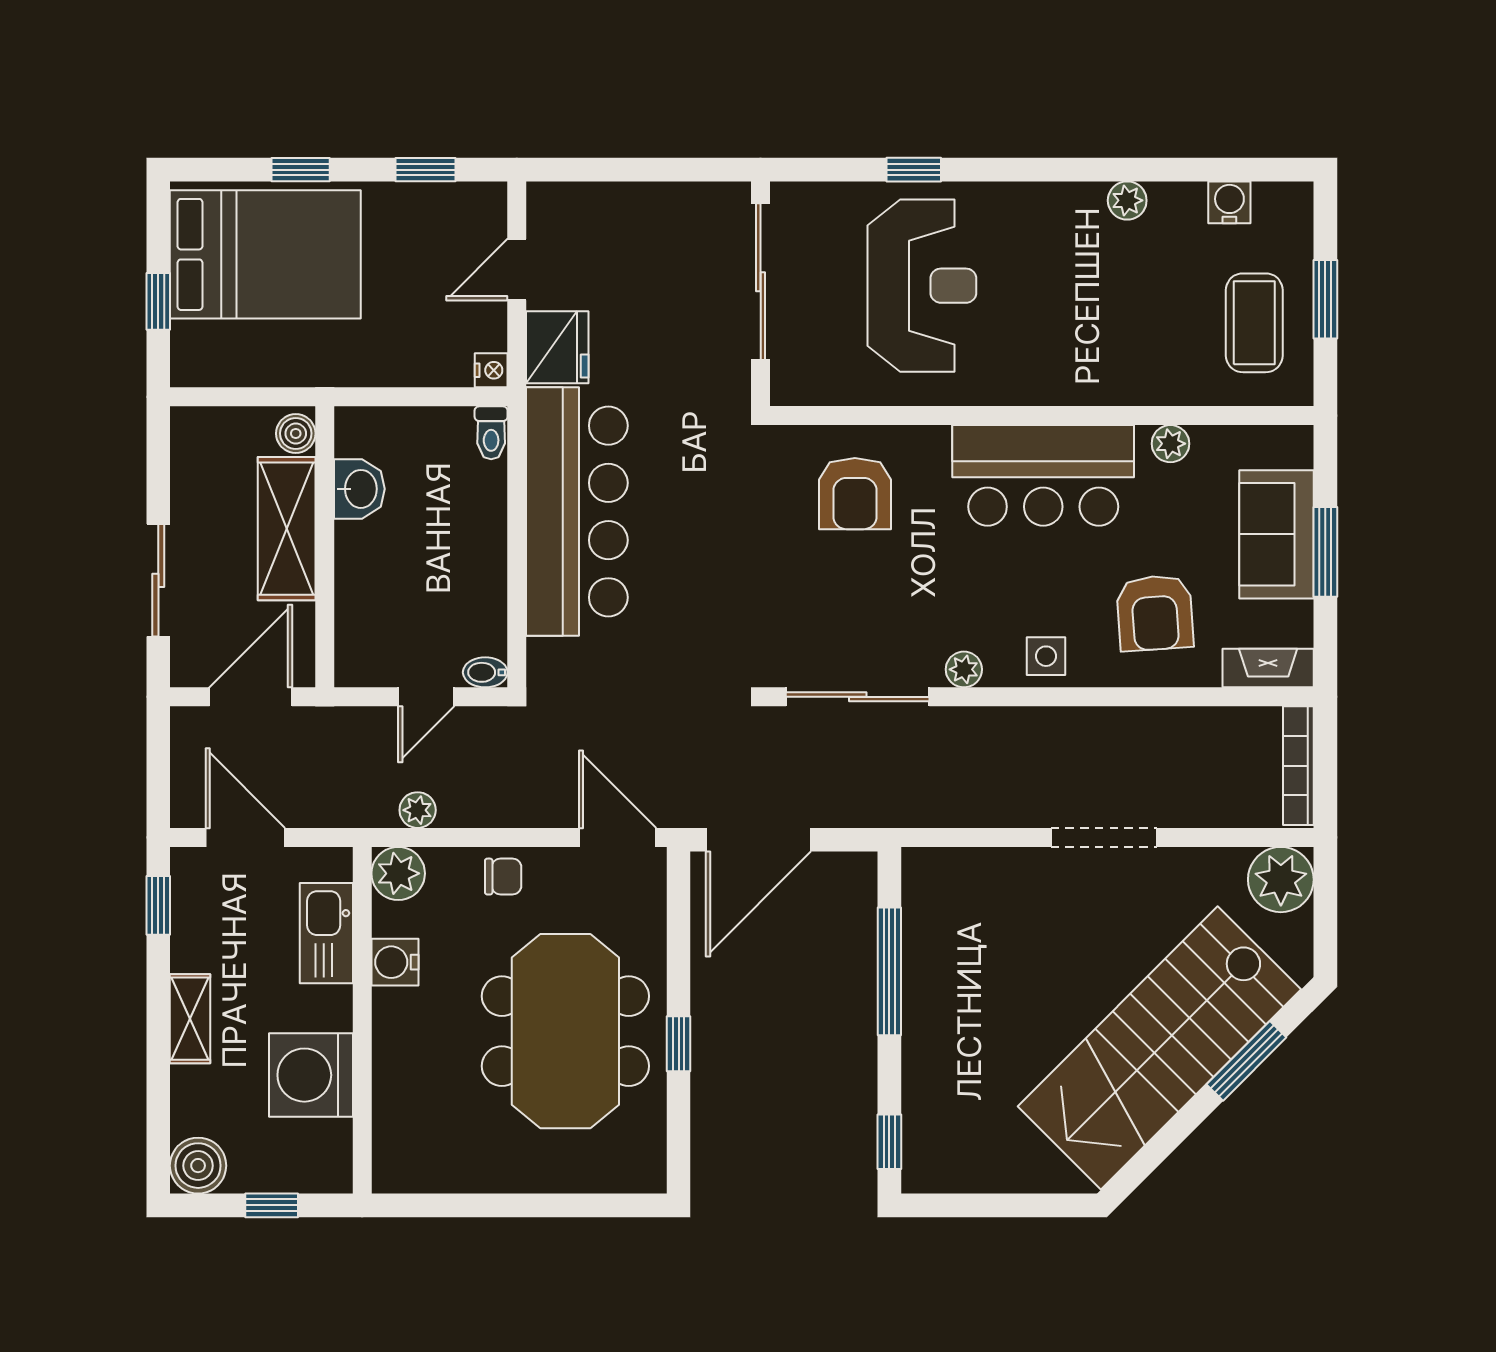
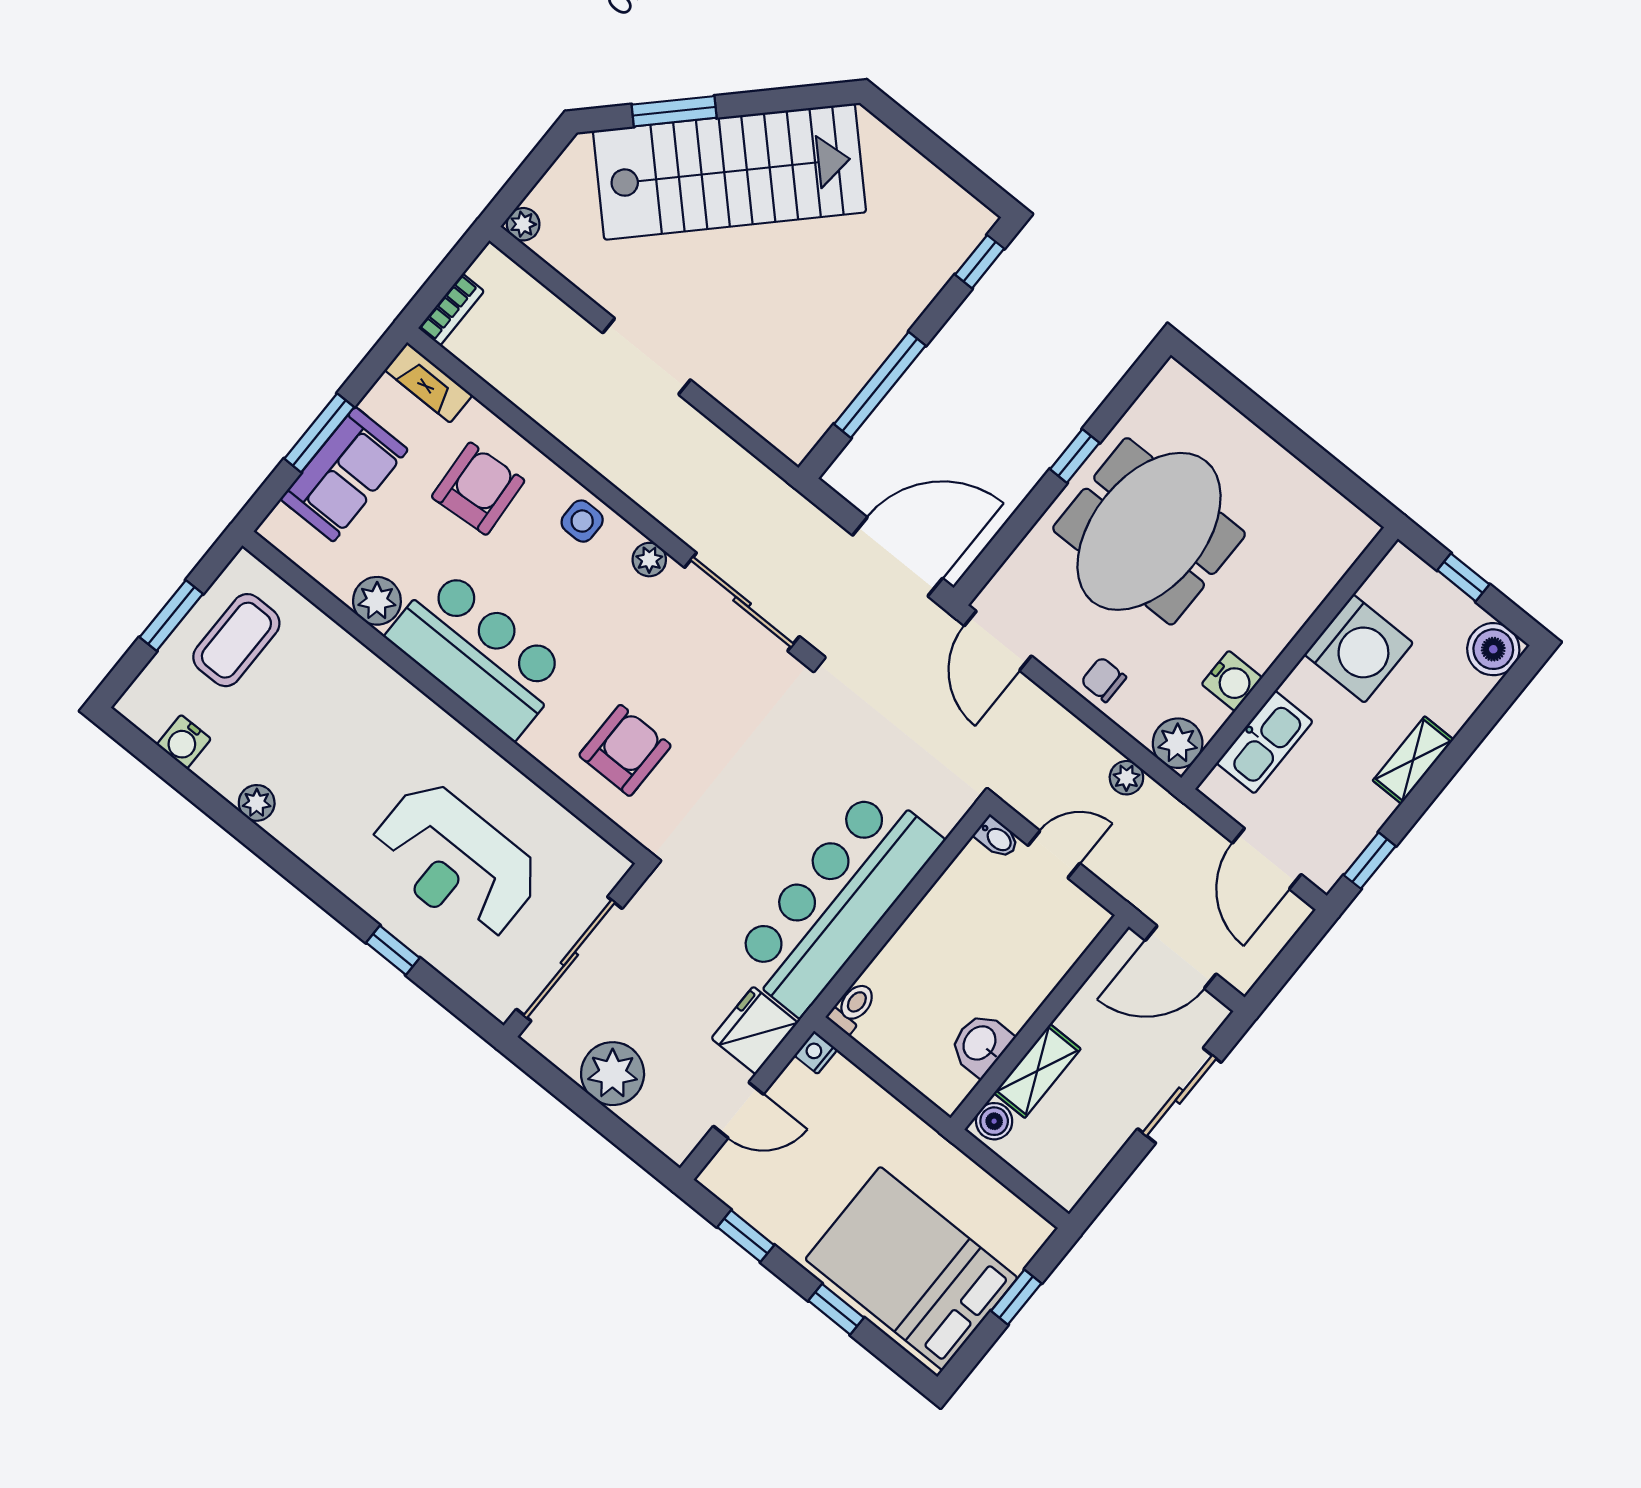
plant: (647, 215) -> (613, 1074), added
reception desk: (922, 286) -> (455, 862), turned -90
plant: (1170, 444) -> (377, 601), width x1.38, depth x1.38
shelving: (287, 529) -> (1037, 1071), width x0.67, depth x0.75
bookcase: (1298, 766) -> (451, 310), width x0.64
plant: (1281, 880) -> (523, 224), width x0.53, depth x0.53

